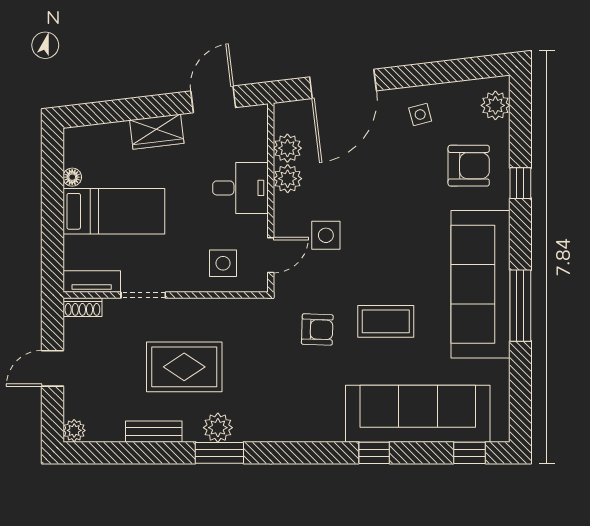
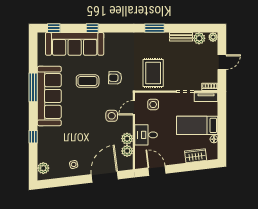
door: (213, 99) -> (157, 171), swing flipped
wardrobe: (157, 132) -> (196, 156), moved
armchair: (469, 166) -> (54, 144), removed
rug: (184, 367) -> (153, 73), moved, turned 90
plant: (218, 428) -> (199, 38), moved

